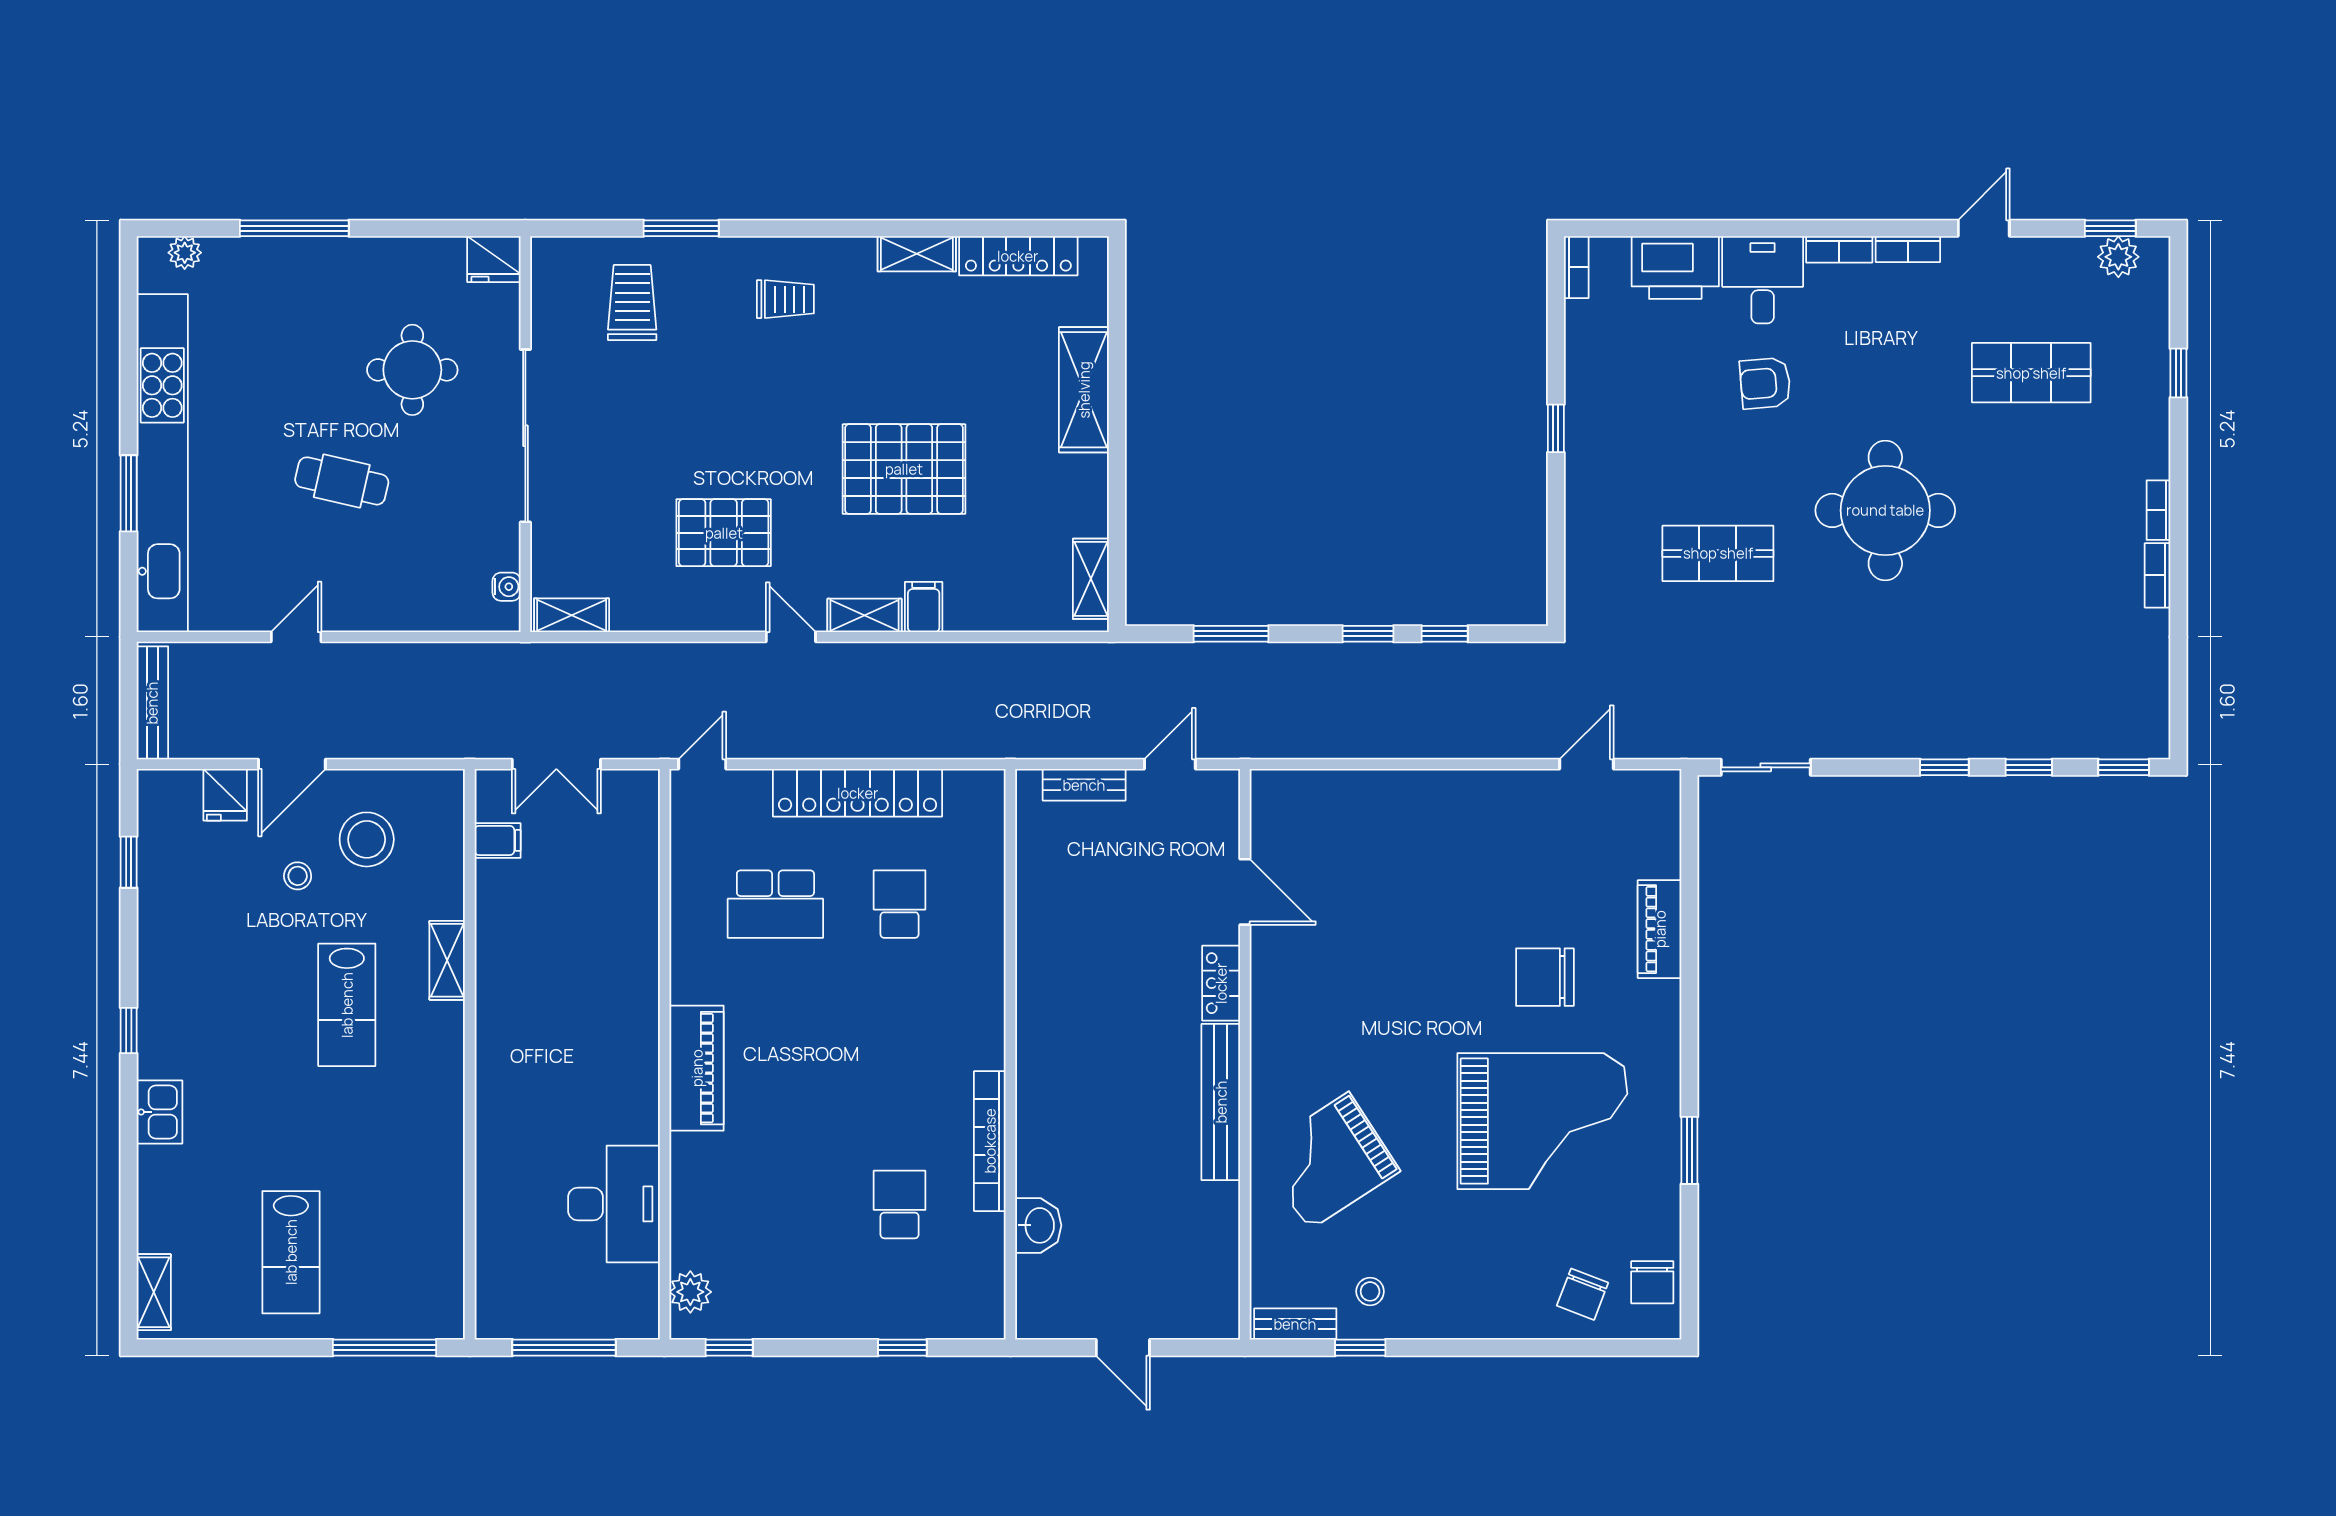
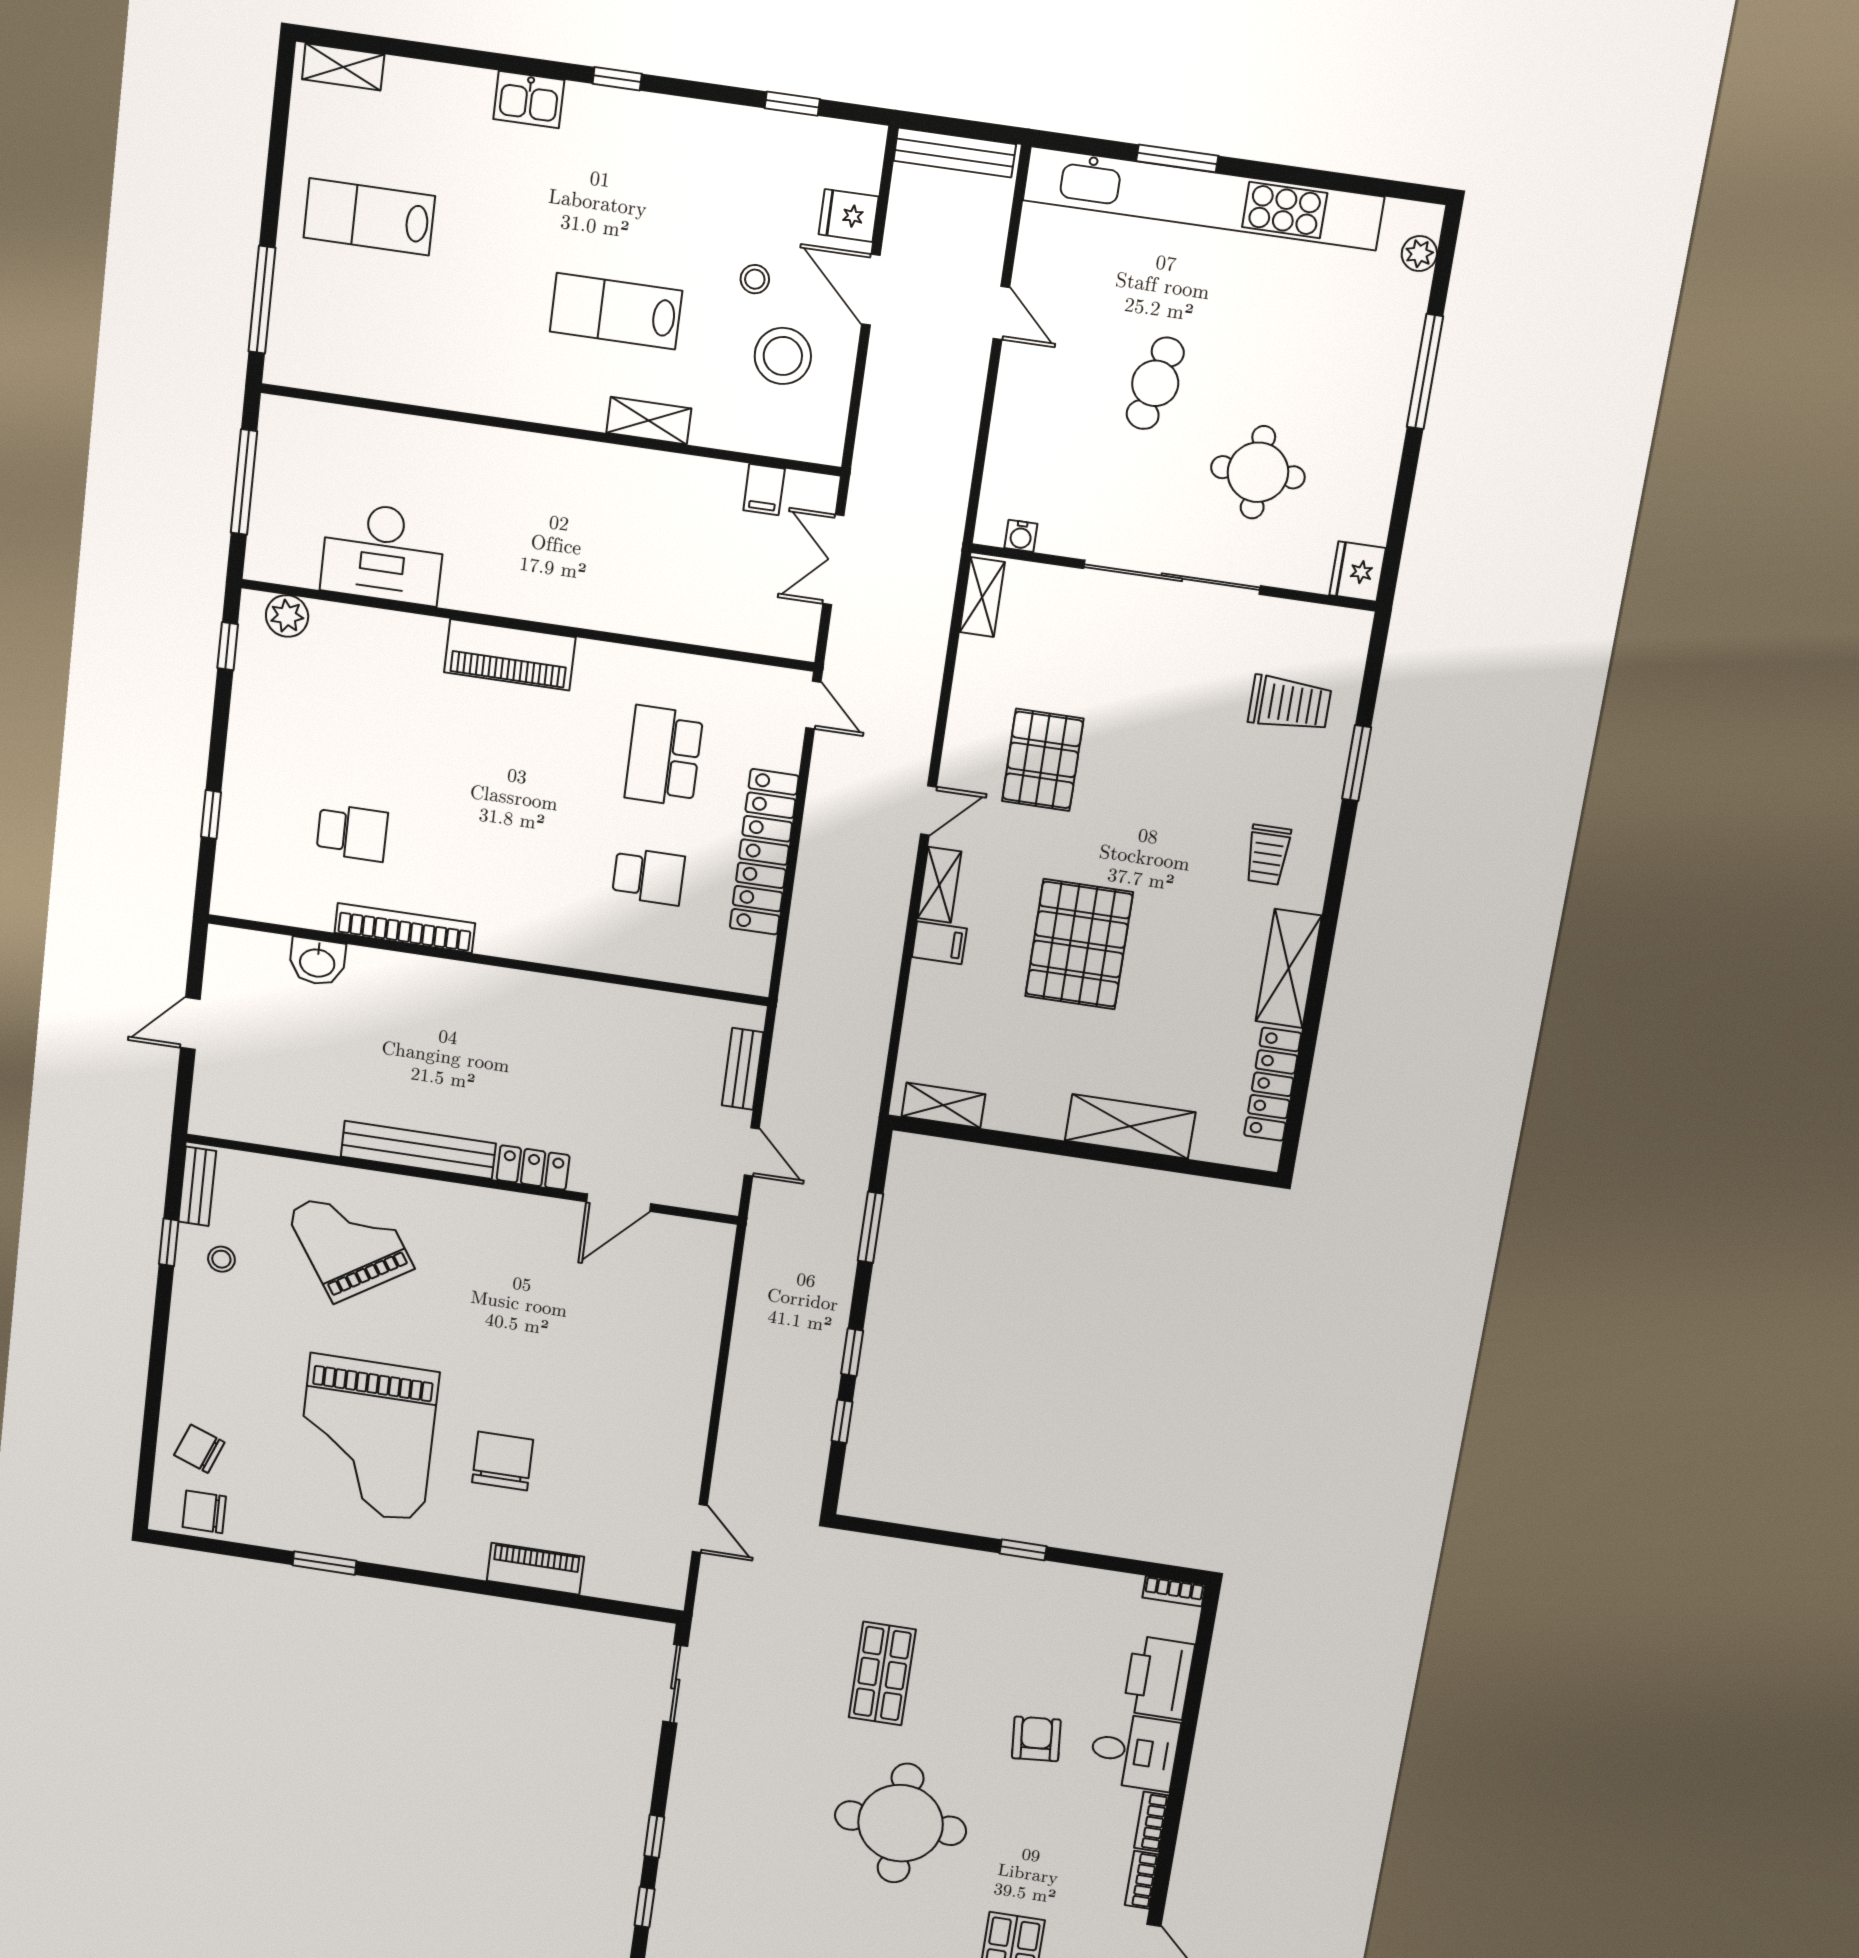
shelving: (917, 254) -> (1289, 969), width x1.50, depth x1.33

